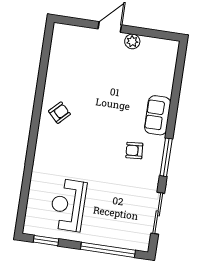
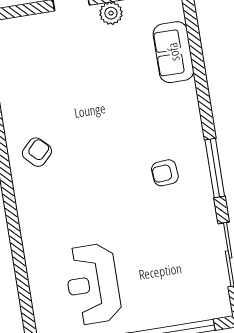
sofa: (158, 115) -> (173, 52), moved

